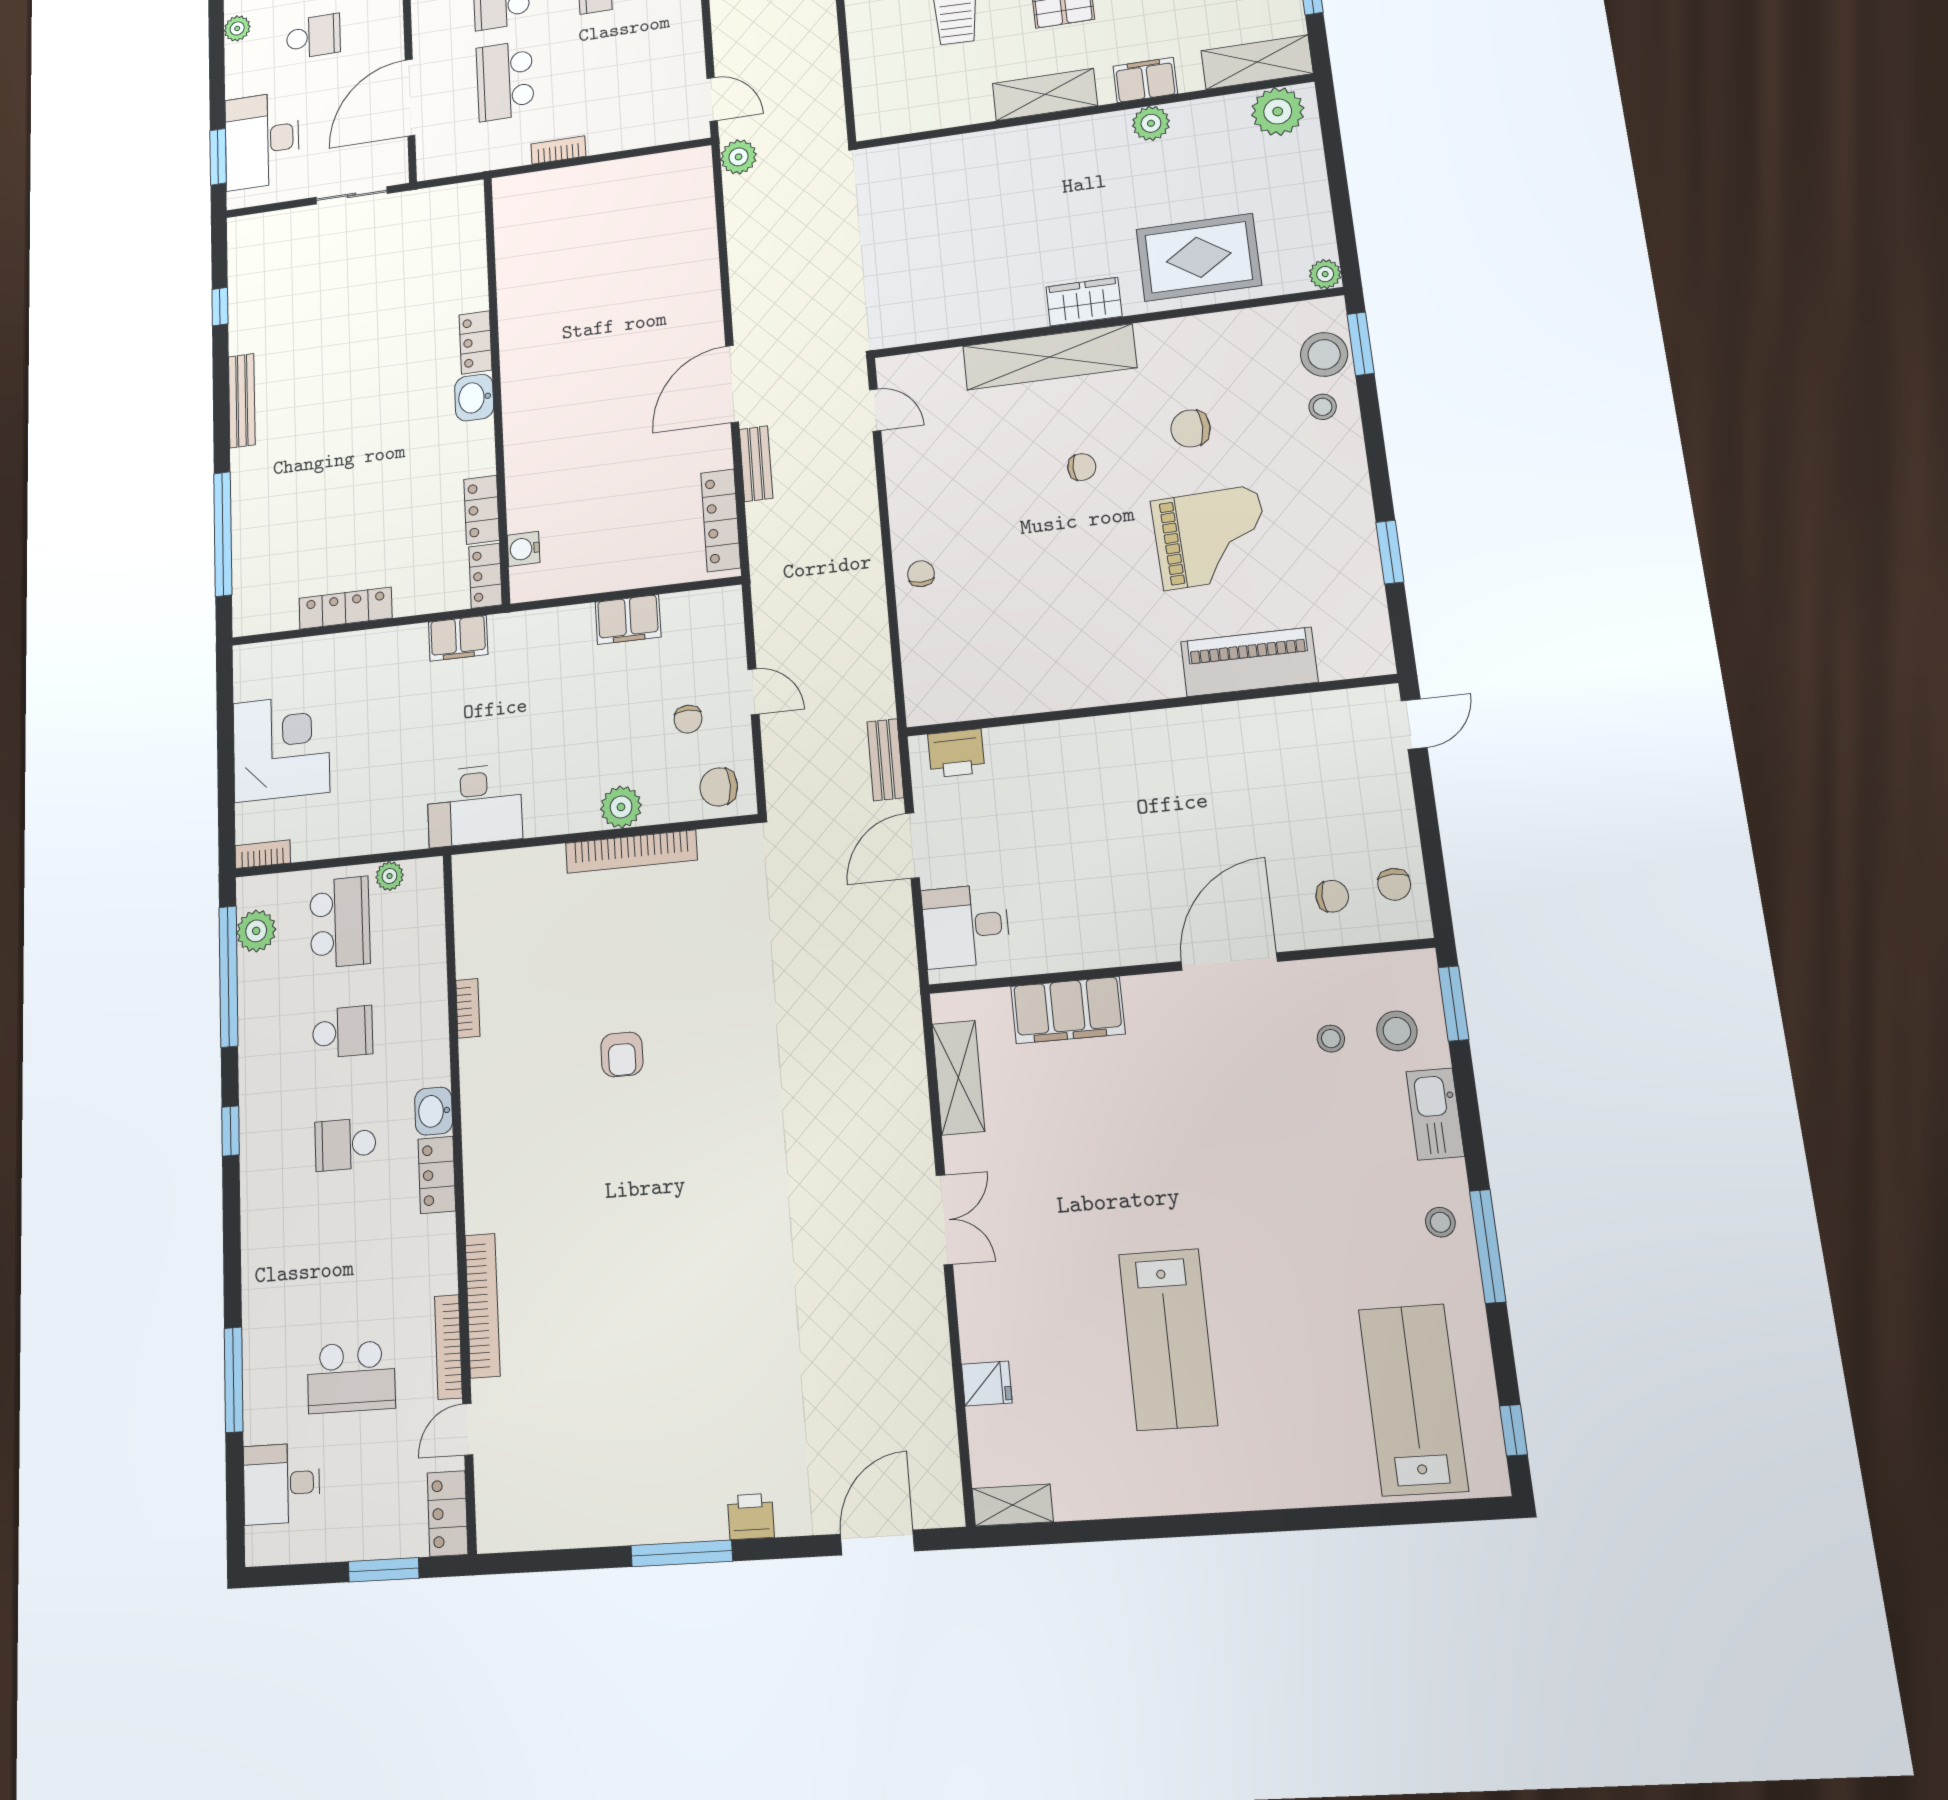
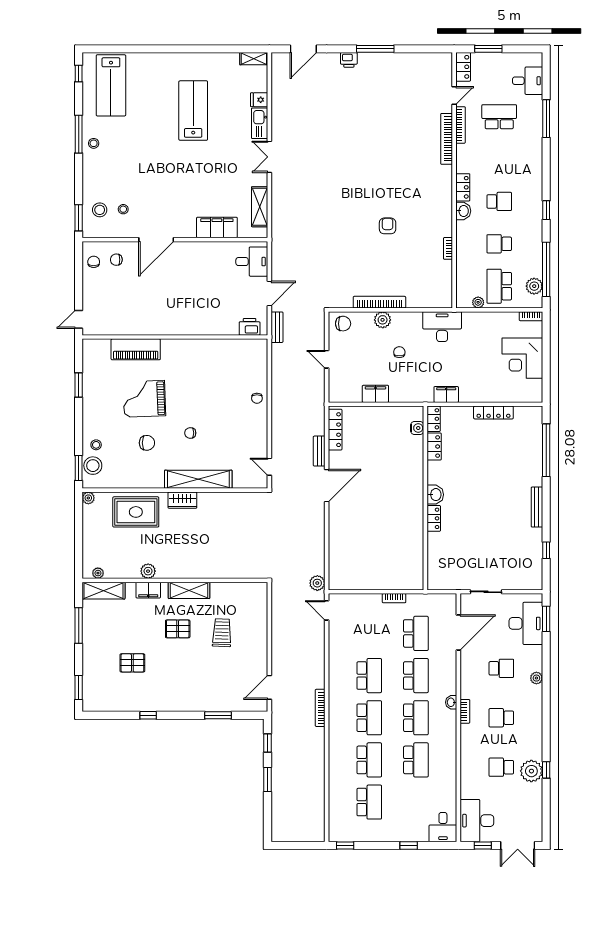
school desk: (313, 36) -> (501, 668), turned 180
plant: (1278, 111) -> (98, 573), width x0.53, depth x0.53
chair: (688, 719) -> (399, 352), moved
kitchen sink: (1435, 1114) -> (260, 123), moved, turned 180

